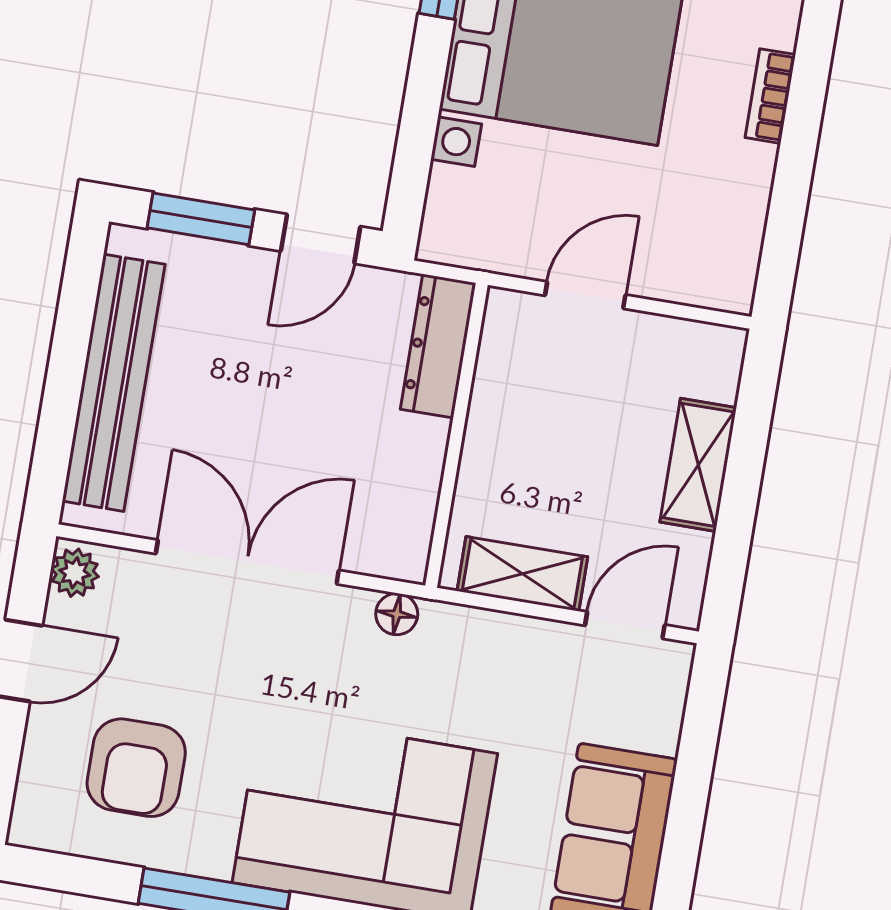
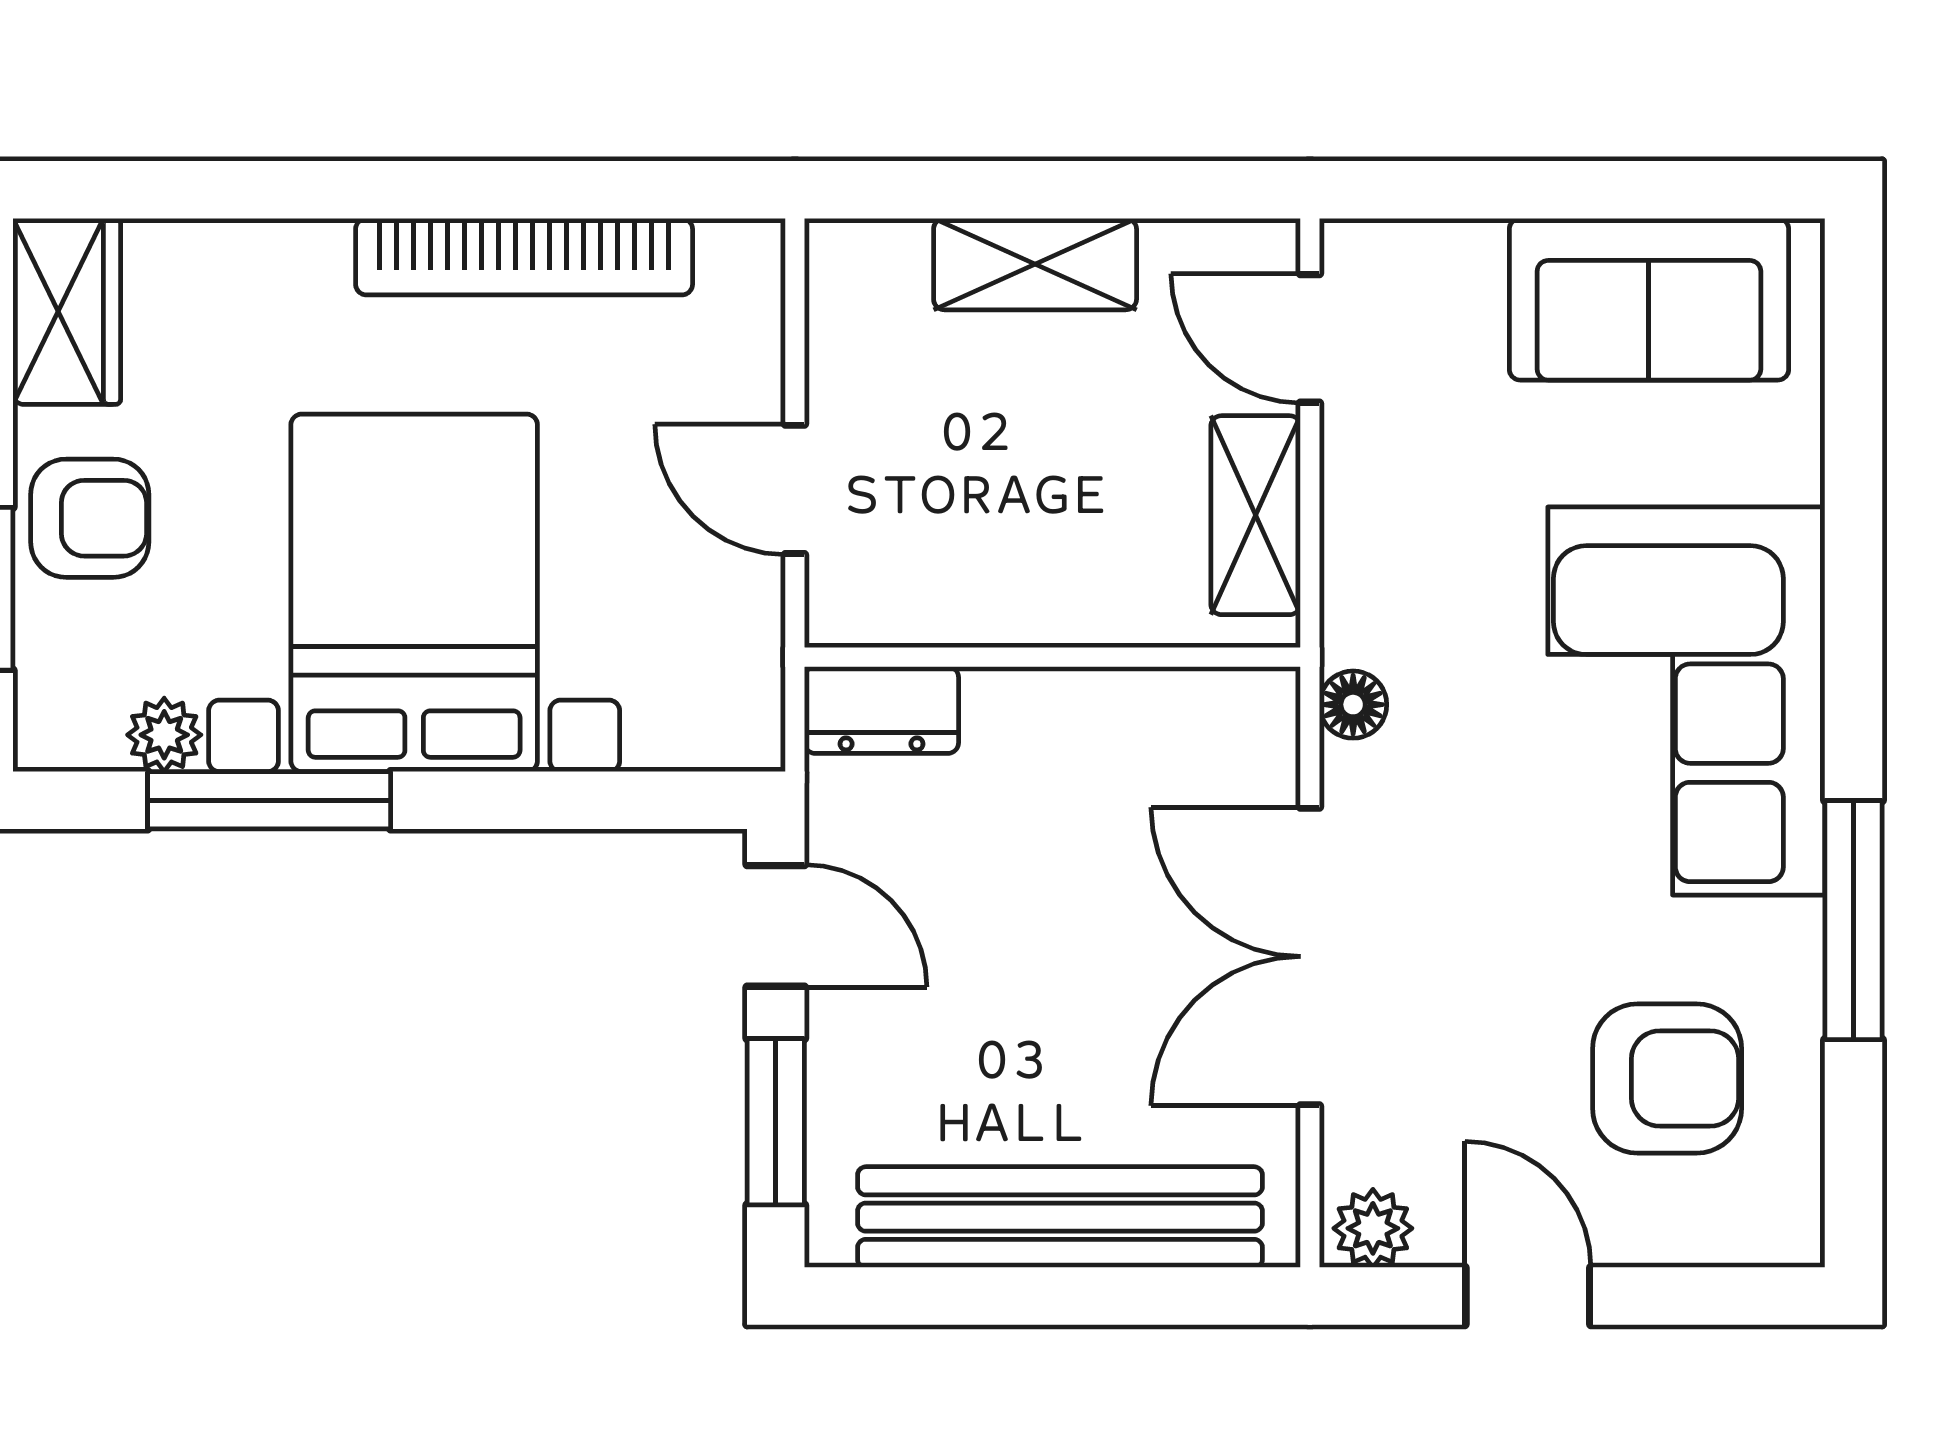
bookcase: (770, 96) -> (524, 257), width x2.31, depth x1.31
dresser: (438, 346) -> (882, 710), width x0.70

